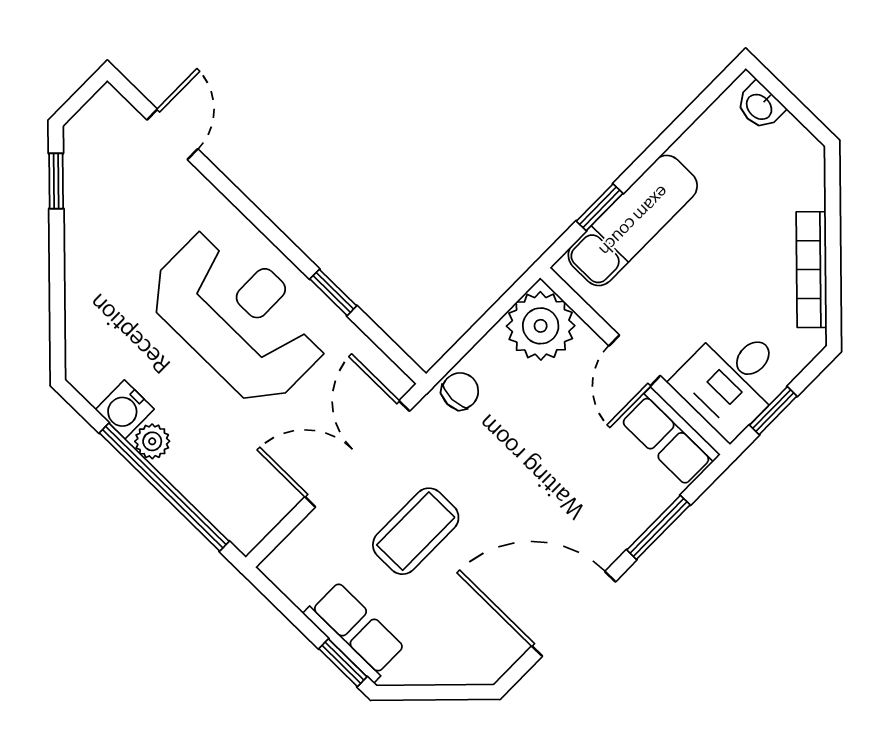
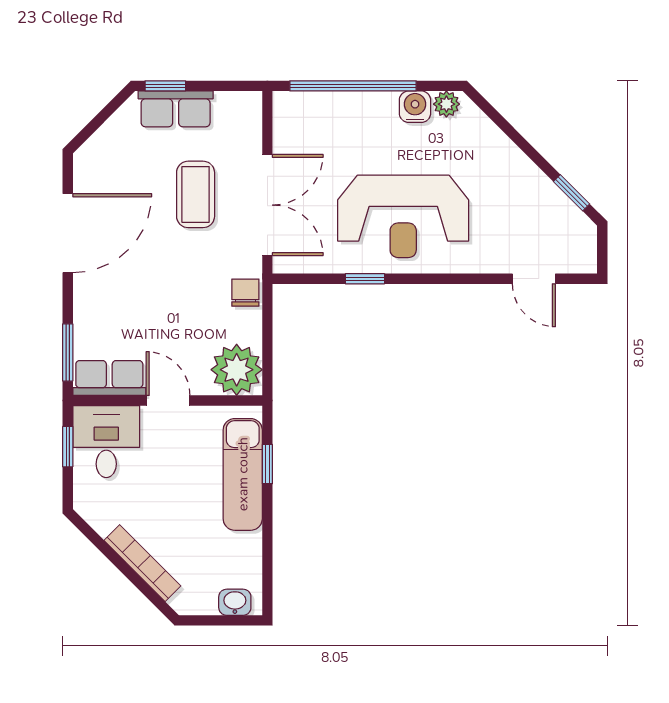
bookcase: (812, 270) -> (142, 563), moved
chair: (460, 391) -> (245, 293), turned 180
plant: (152, 441) -> (446, 104), moved
window: (658, 527) -> (68, 352), moved

